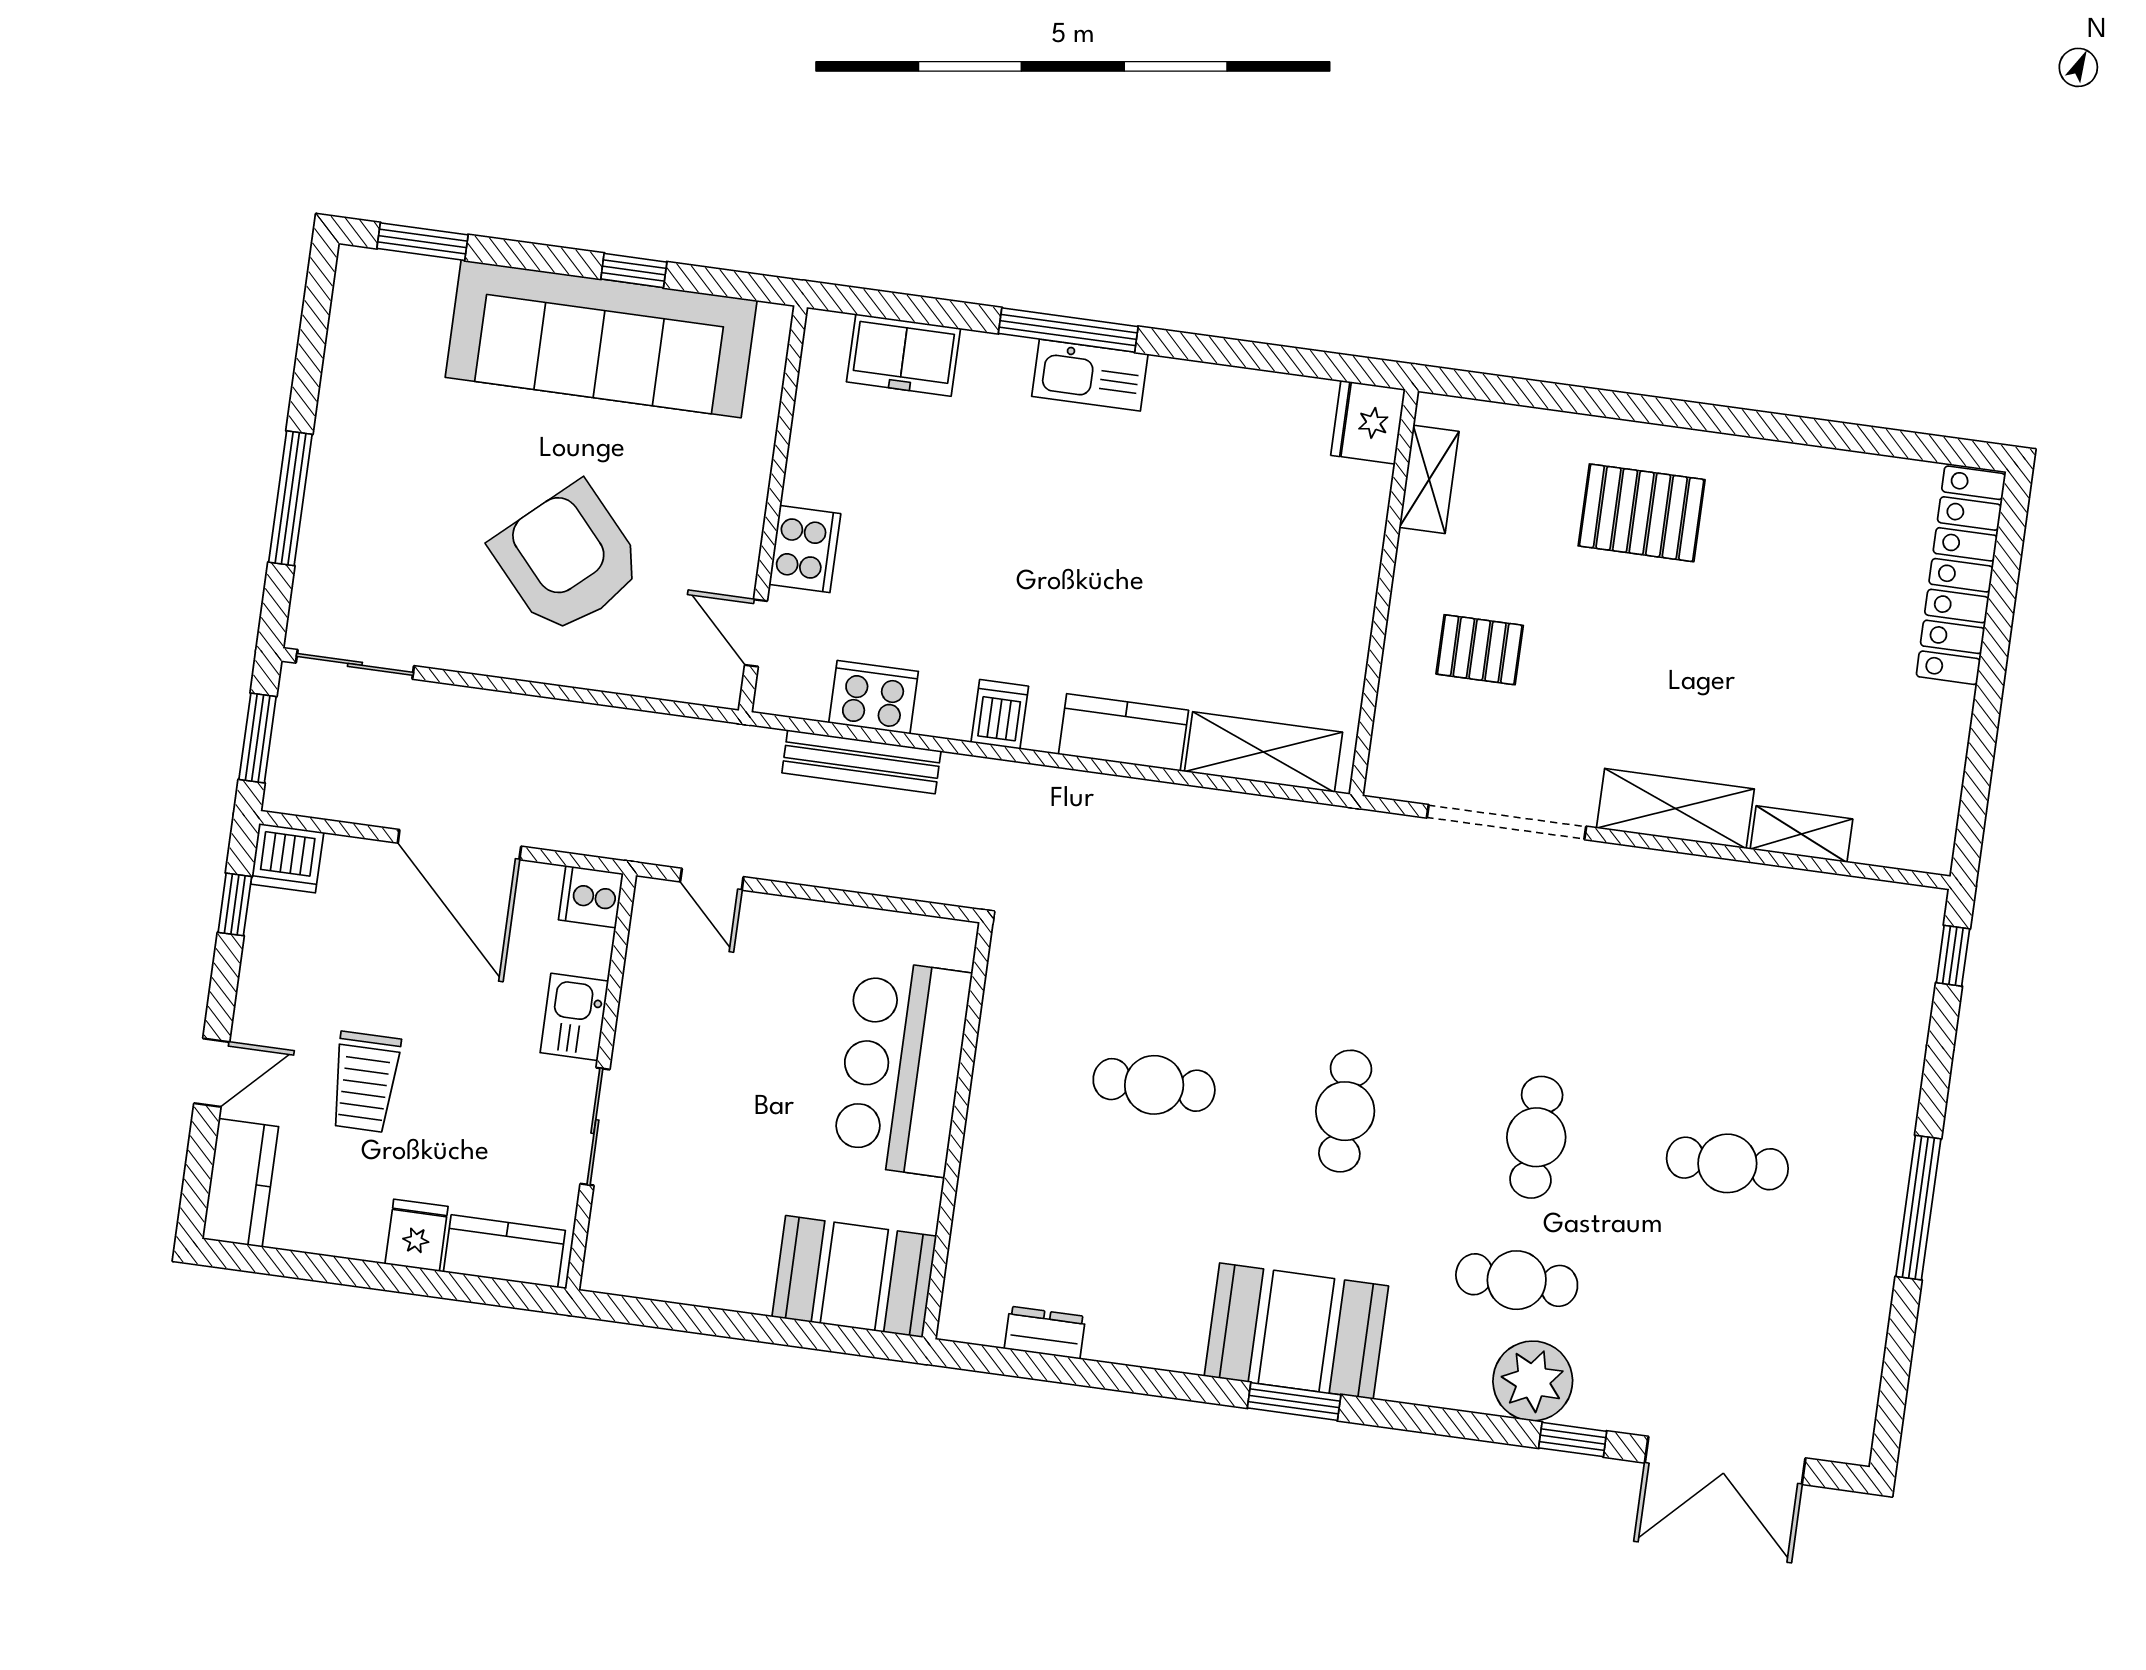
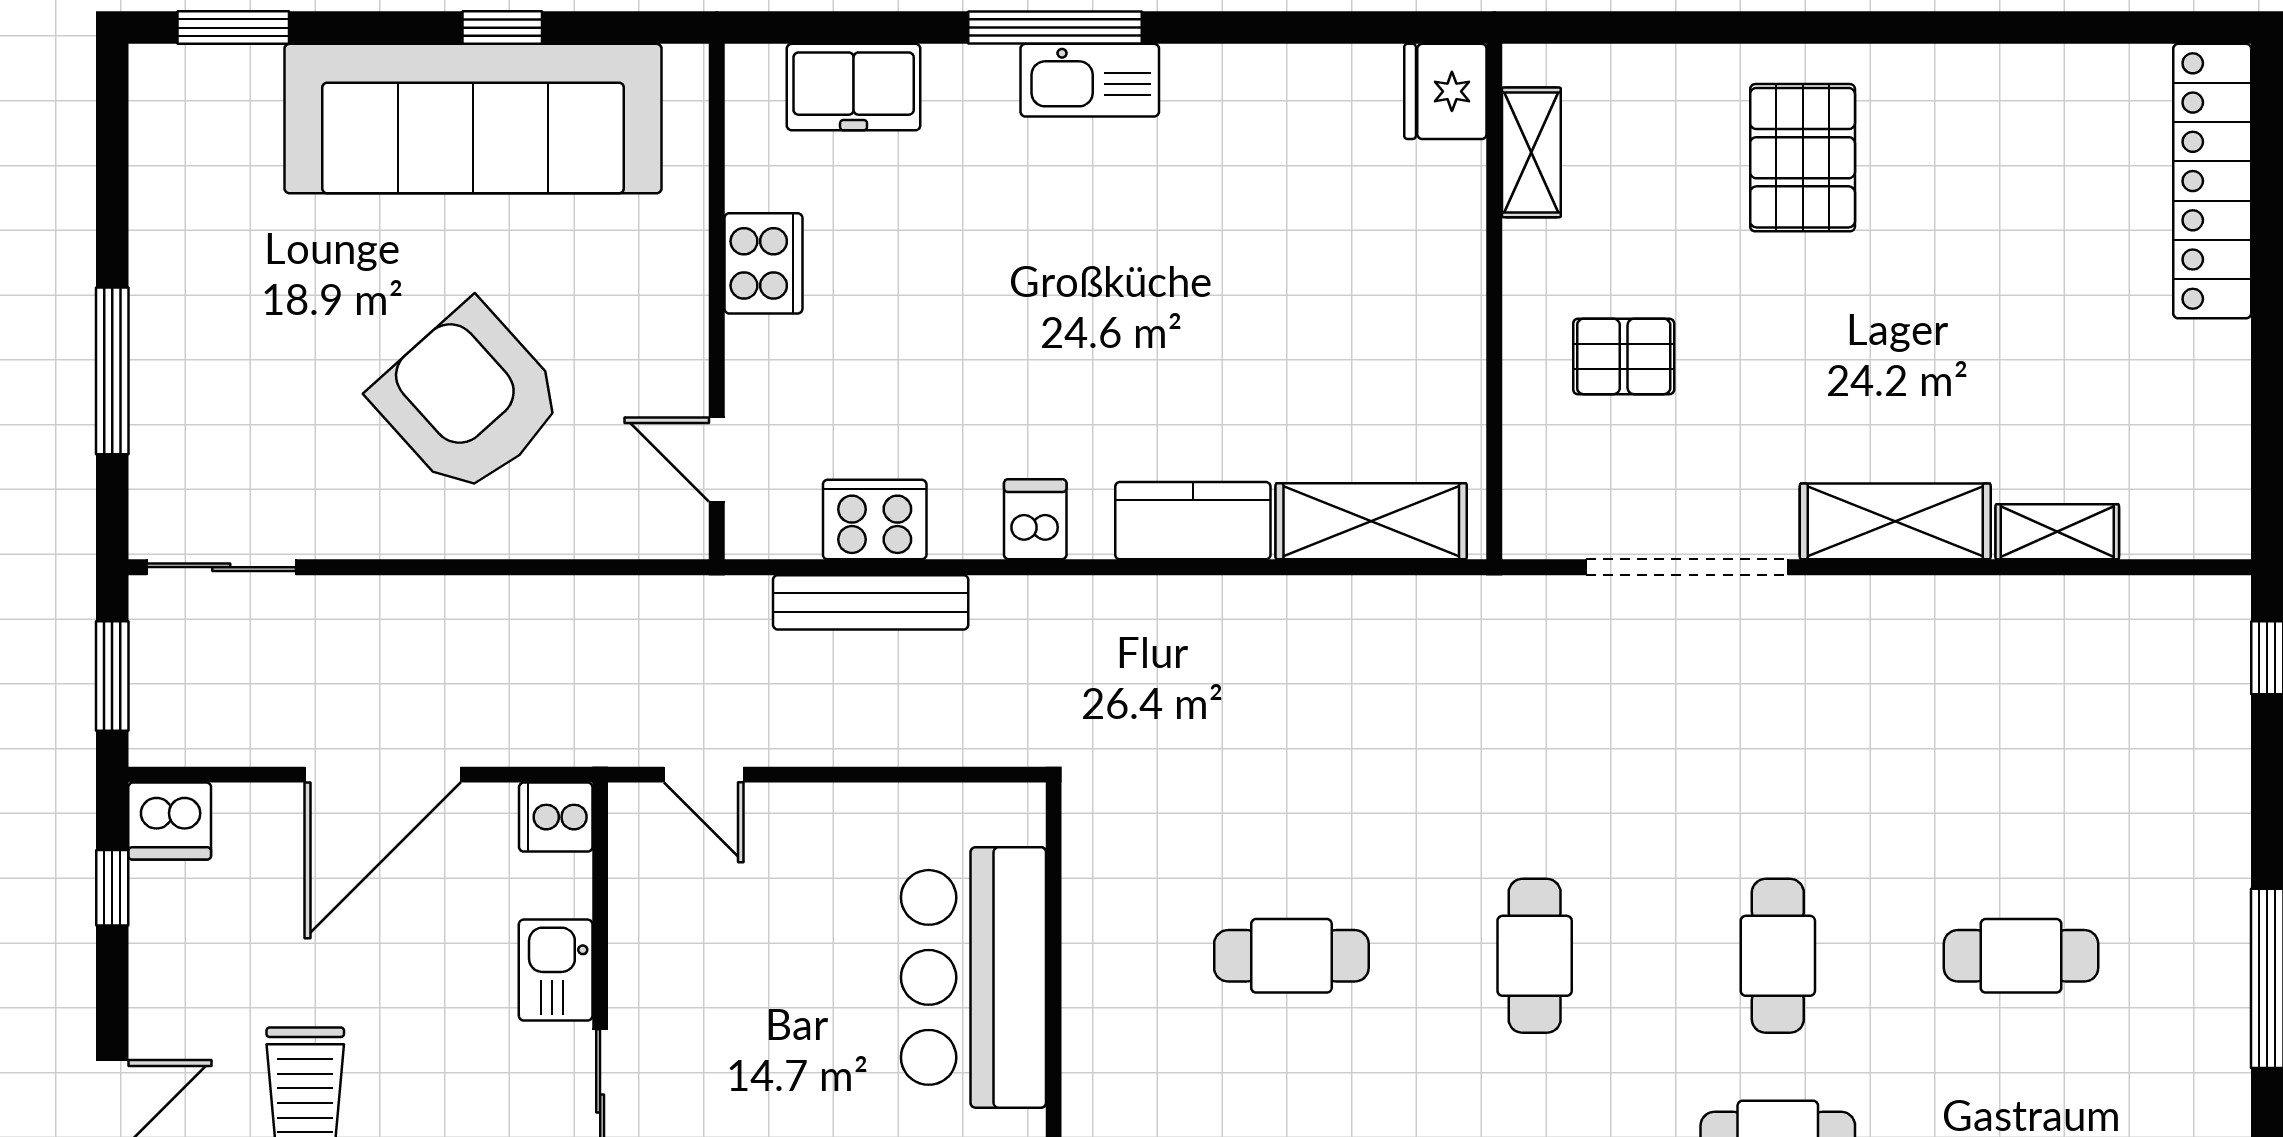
pallet: (1642, 513) -> (1803, 158), turned 90
cooker: (805, 549) -> (763, 263), moved
door: (459, 845) -> (383, 775), hinge flipped

